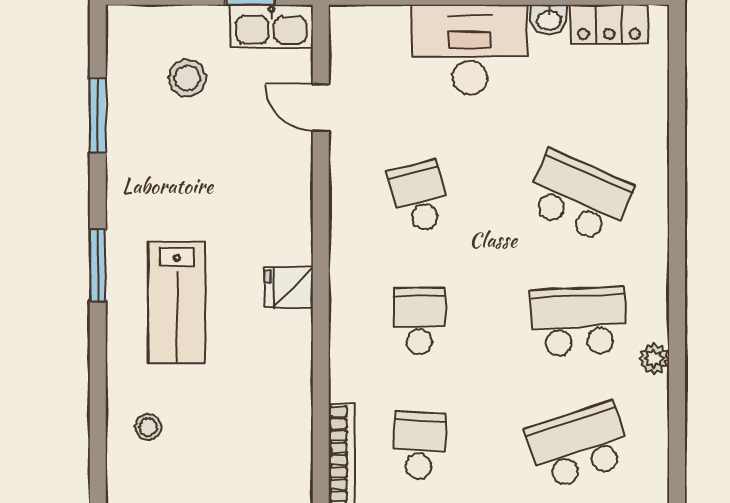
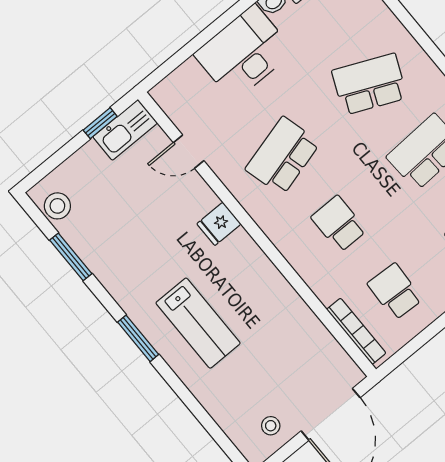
stool: (187, 78) -> (57, 206), moved
school desk: (419, 197) -> (283, 156), width x1.85
fridge: (289, 287) -> (219, 224), moved
stool: (148, 427) -> (271, 426), moved

